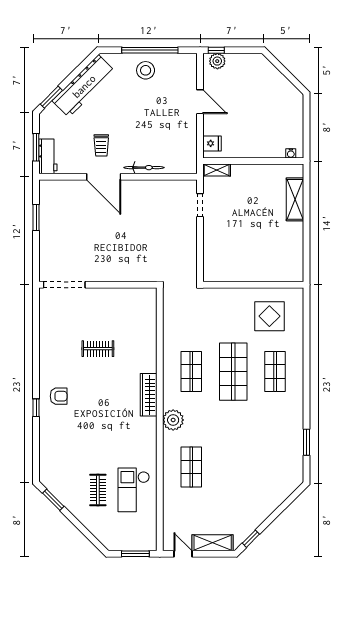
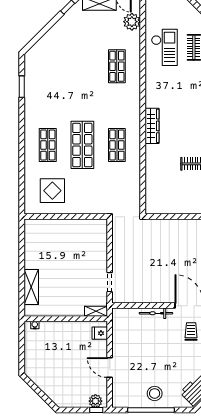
plant: (173, 420) -> (132, 22), moved

